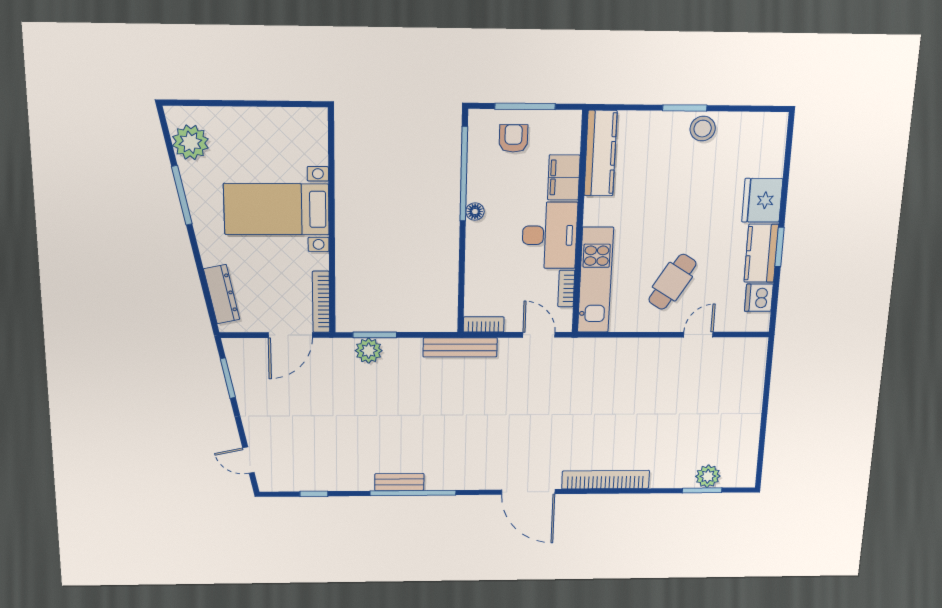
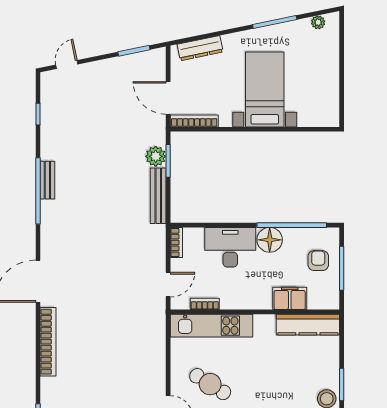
armchair: (513, 138) -> (318, 261), turned -90
plant: (190, 142) -> (318, 22), width x0.53, depth x0.53
floor lamp: (475, 211) -> (270, 240), width x1.89, depth x1.89
desk: (550, 235) -> (230, 247), moved, turned 180
bench: (460, 347) -> (158, 196), moved

